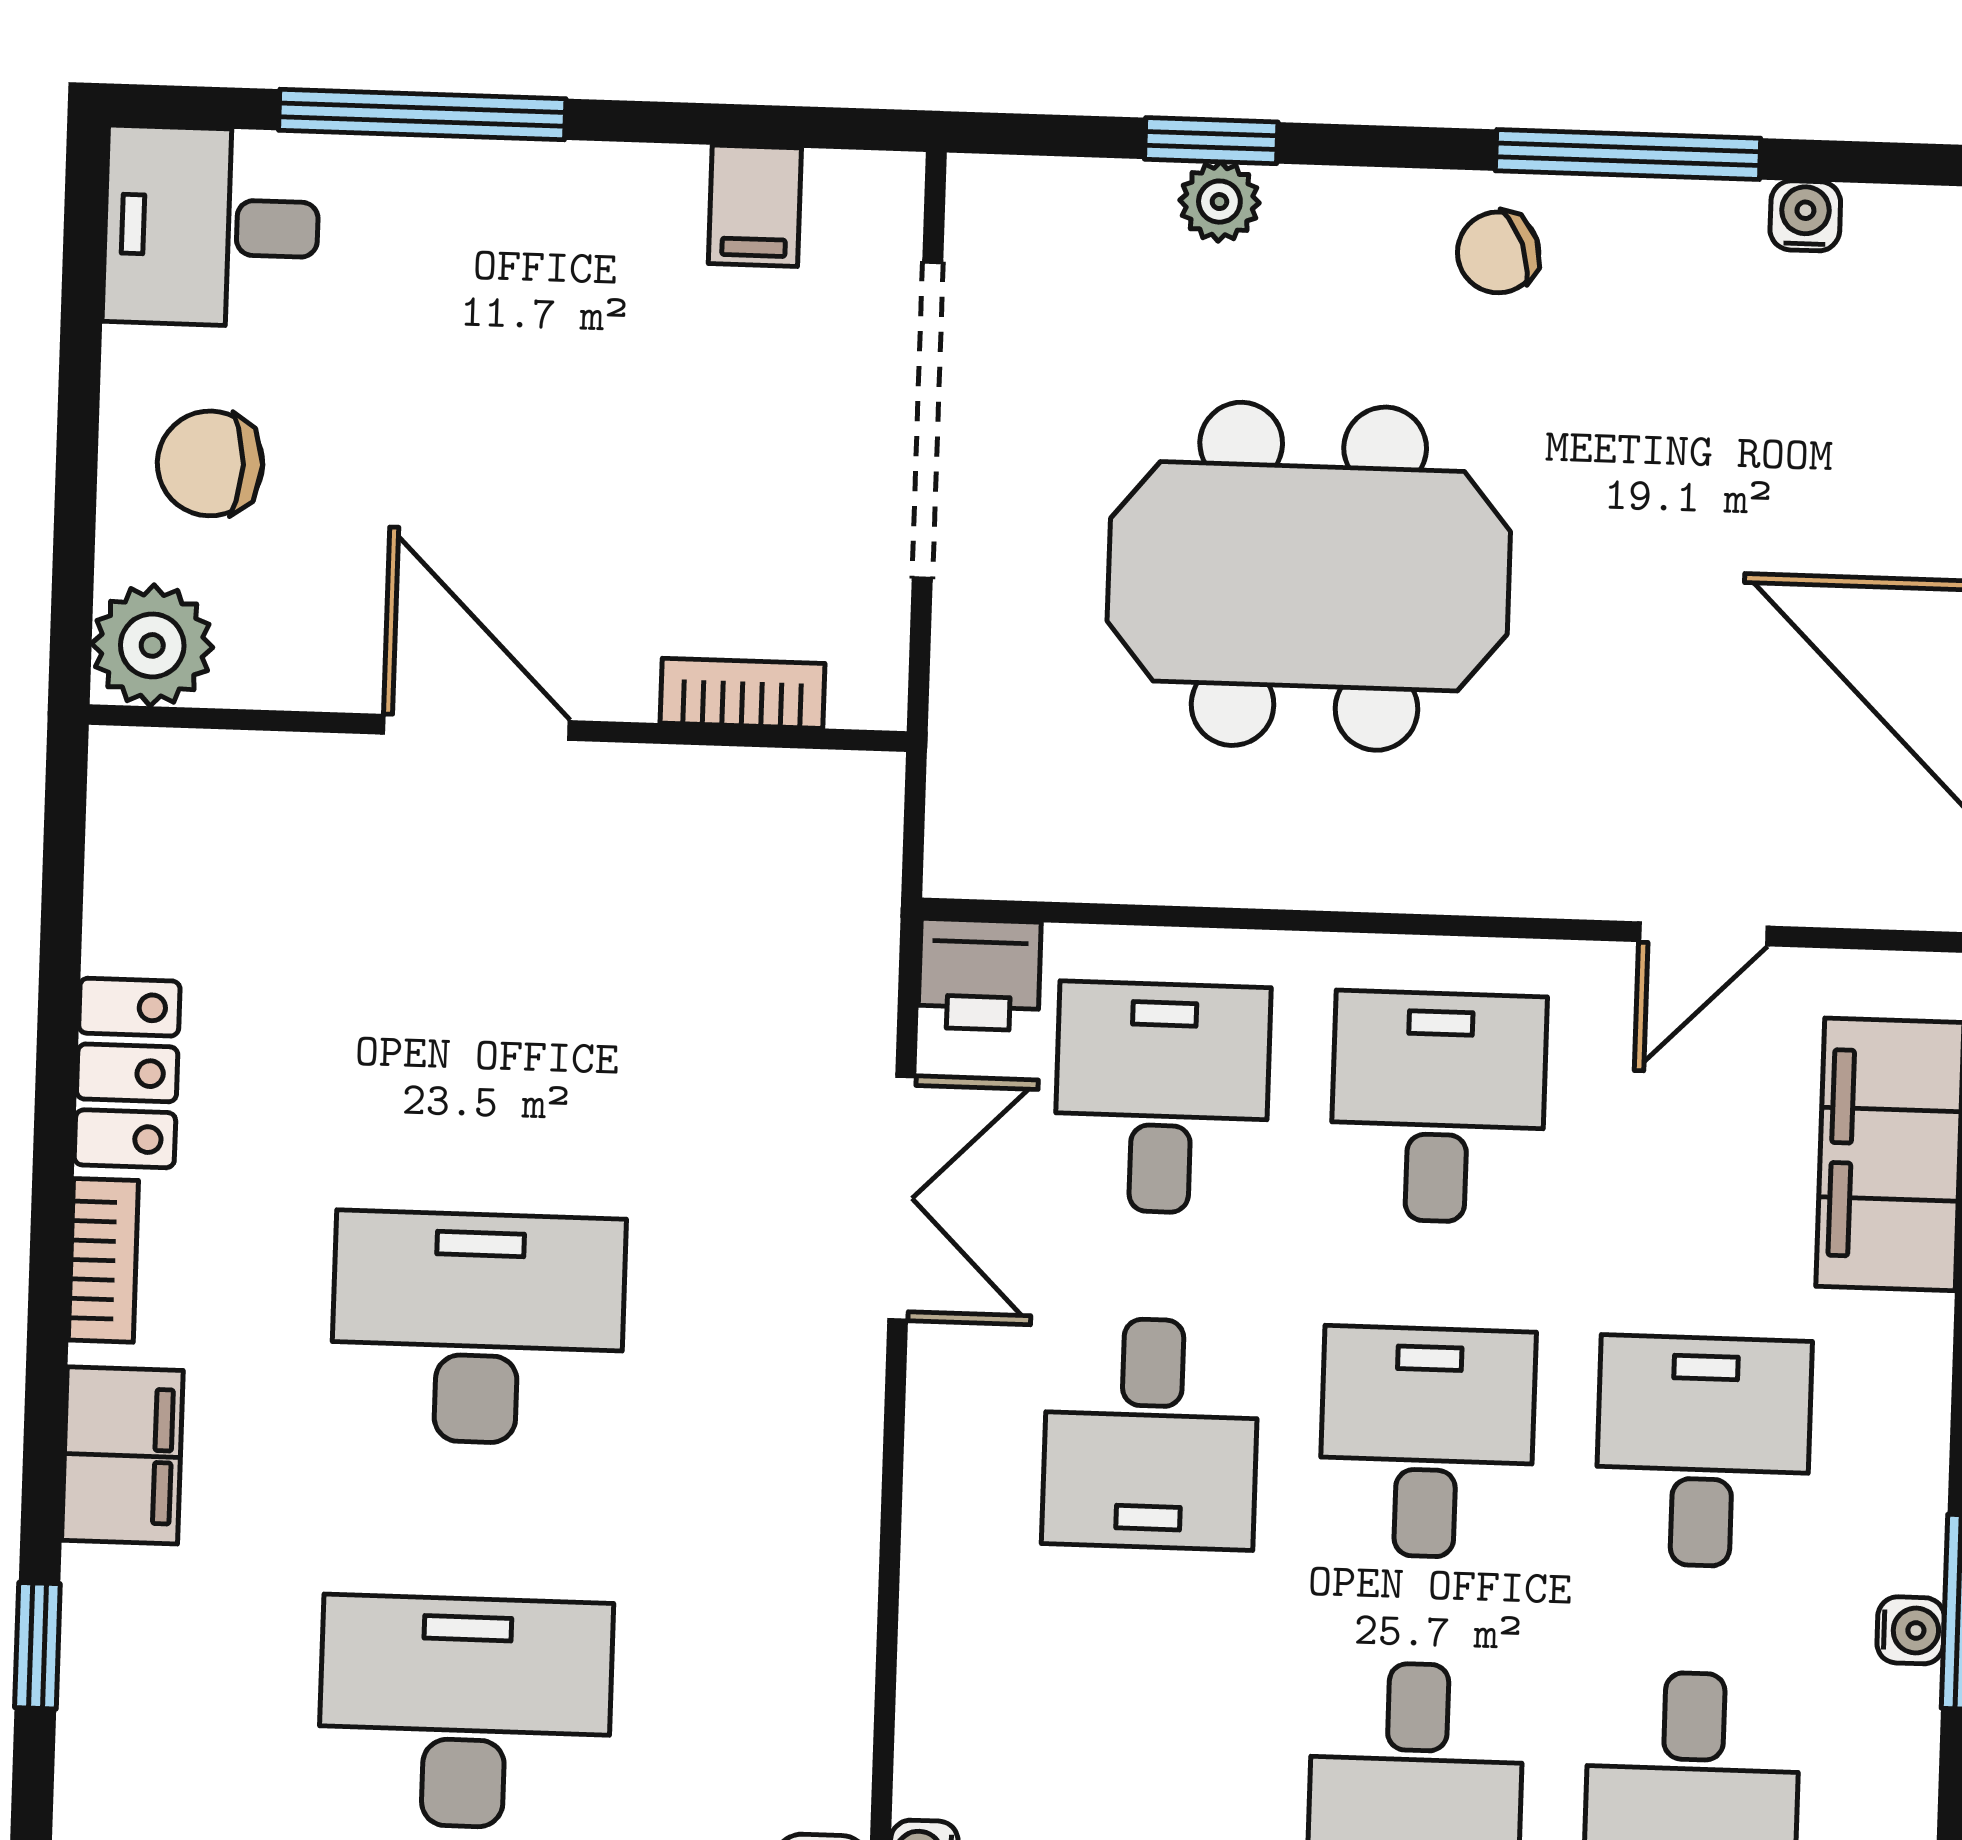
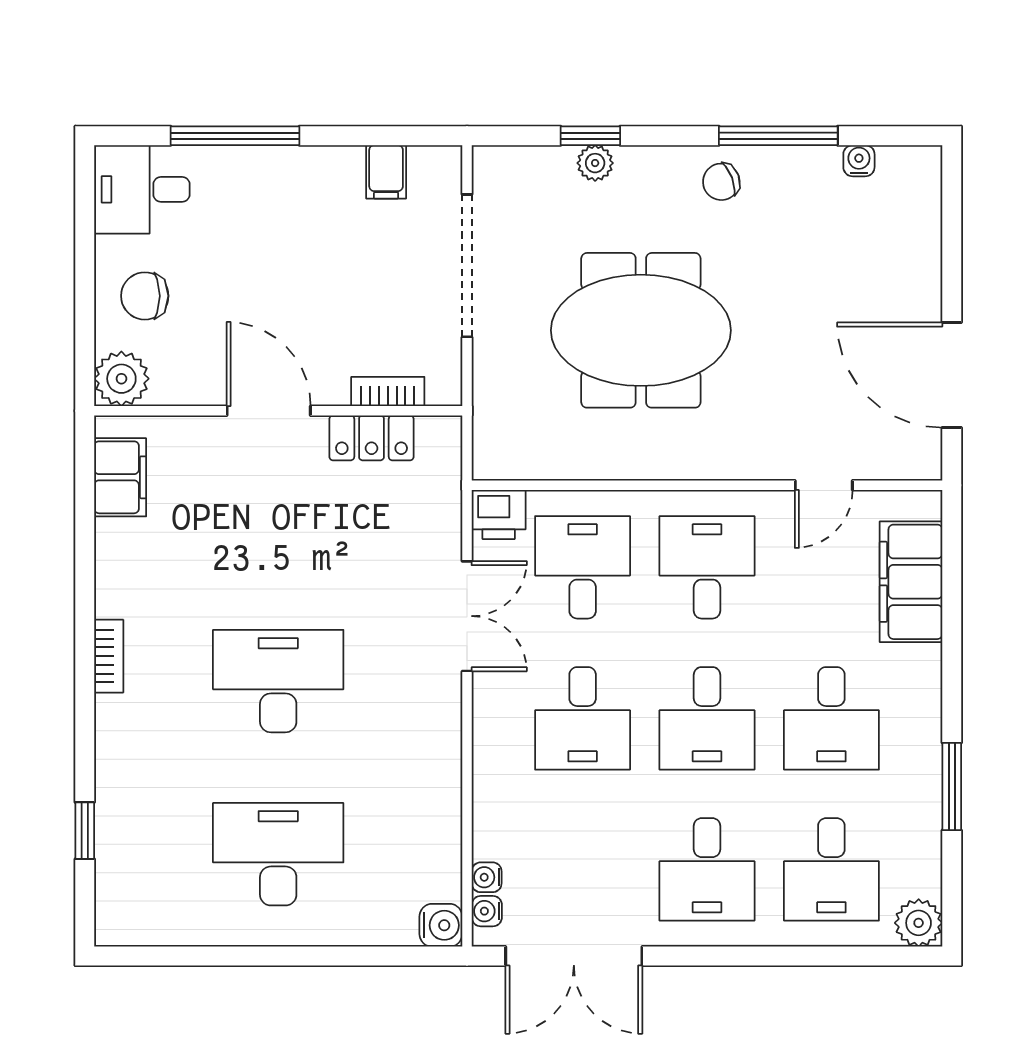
locker: (127, 1073) -> (371, 438), moved, turned 90
desk: (1427, 1443) -> (707, 718), turned 180
desk: (1703, 1452) -> (831, 718), turned 180
filing cabinet: (122, 1455) -> (120, 477), moved
water cooler: (1911, 1630) -> (487, 877), moved, turned 180

